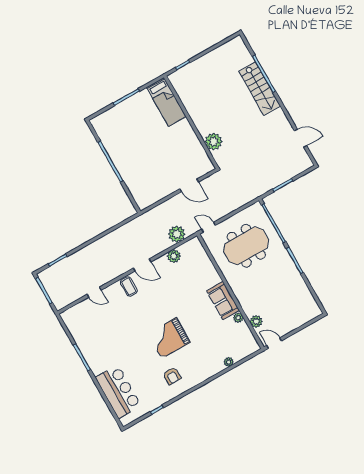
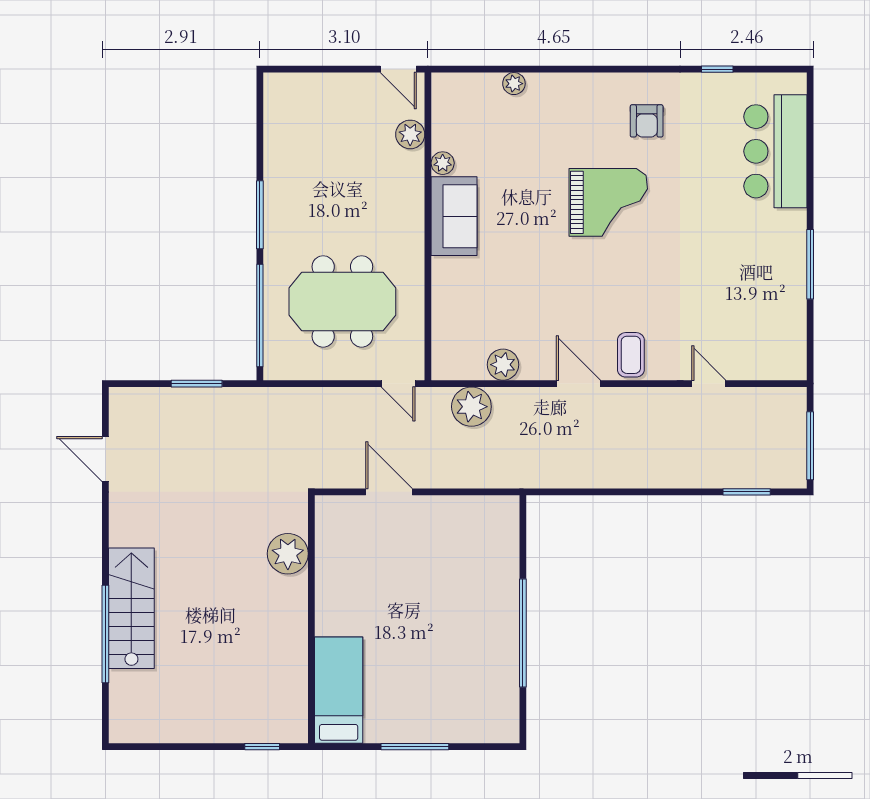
armchair: (172, 376) -> (647, 121), turned 180

